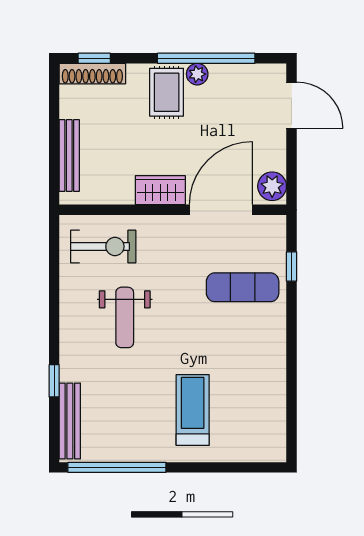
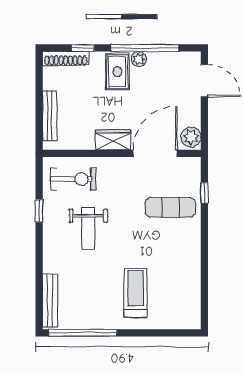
window: (94, 58) -> (83, 48), moved
window: (54, 381) -> (39, 211), moved

